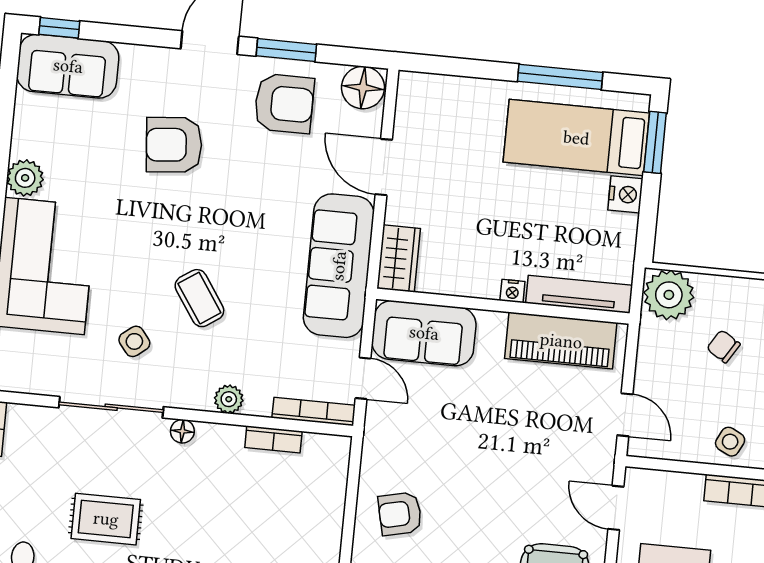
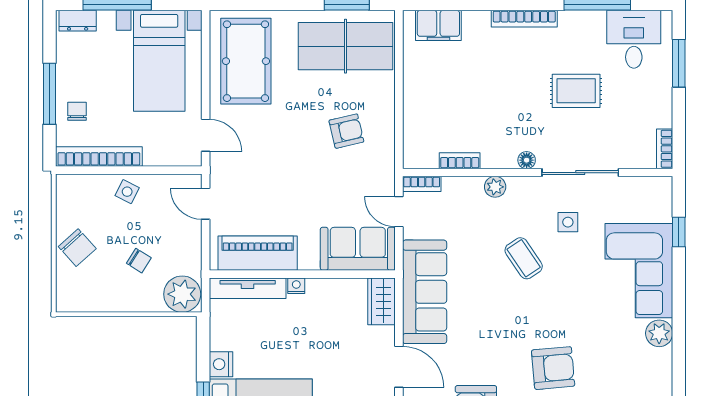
side table: (134, 341) -> (568, 222), turned 38
bookcase: (314, 412) -> (422, 184), width x0.64
armchair: (400, 514) -> (346, 131), moved

